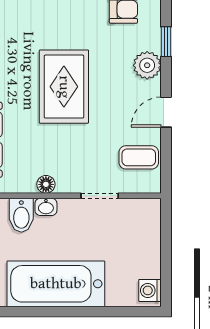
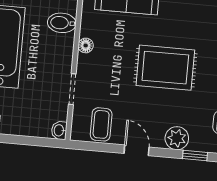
washbasin: (46, 207) -> (59, 130), moved

